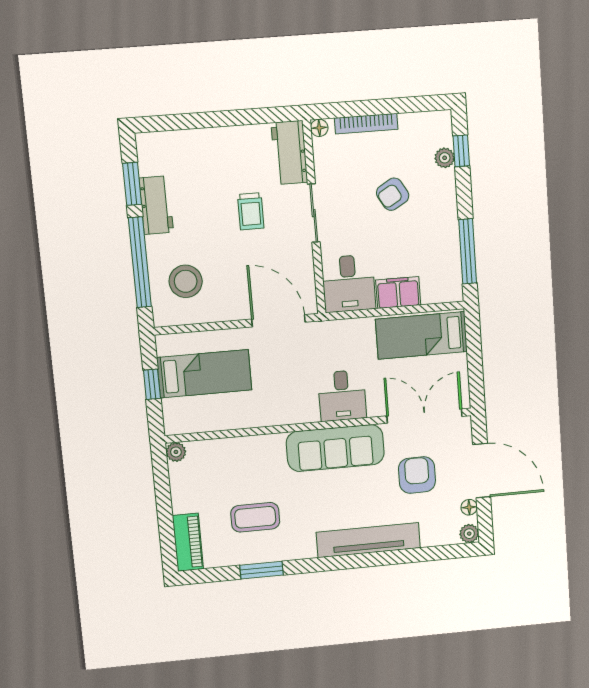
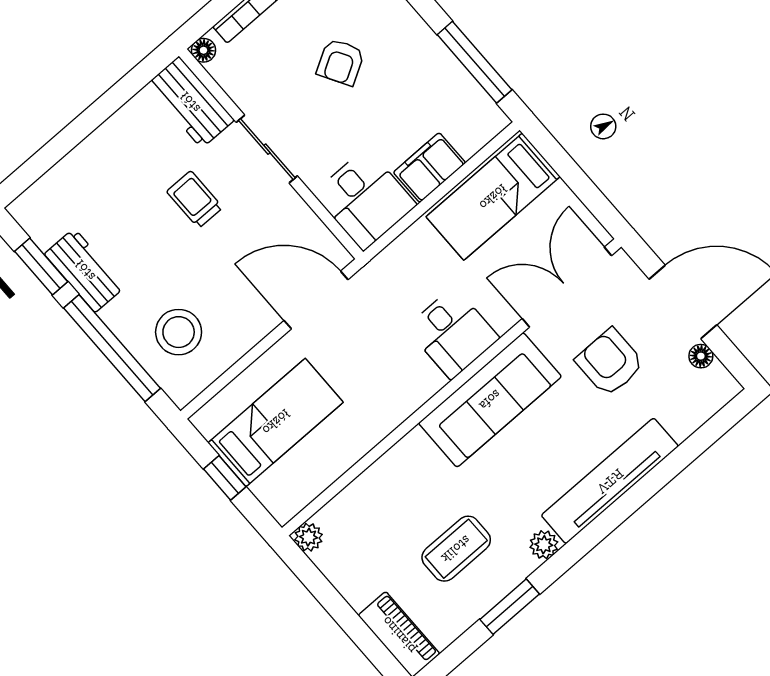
trolley: (251, 211) -> (195, 200), turned 180
plant: (469, 534) -> (544, 545), moved

